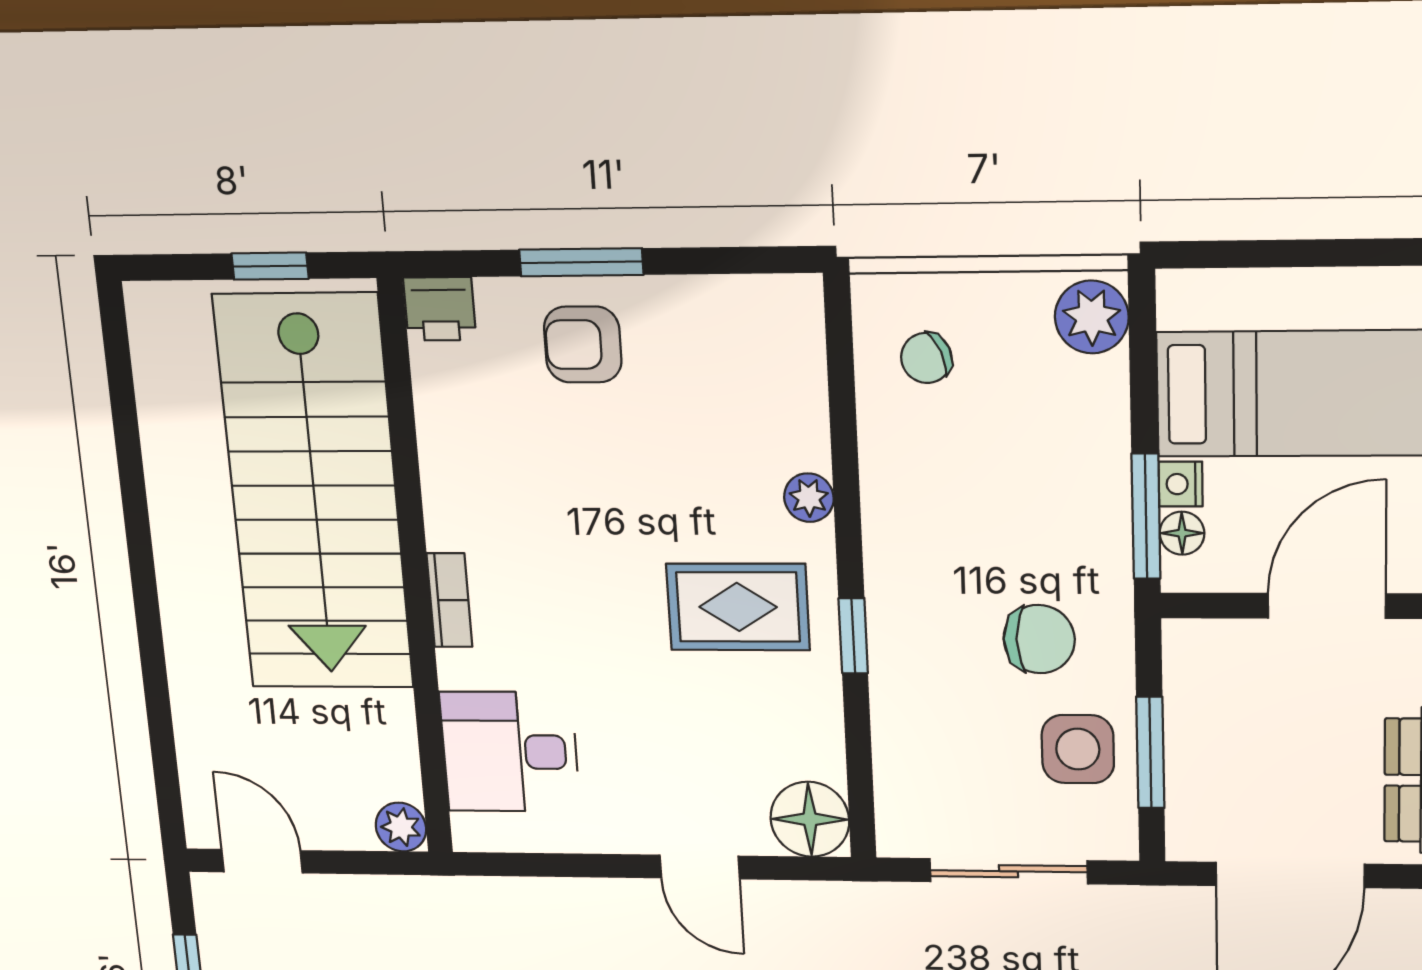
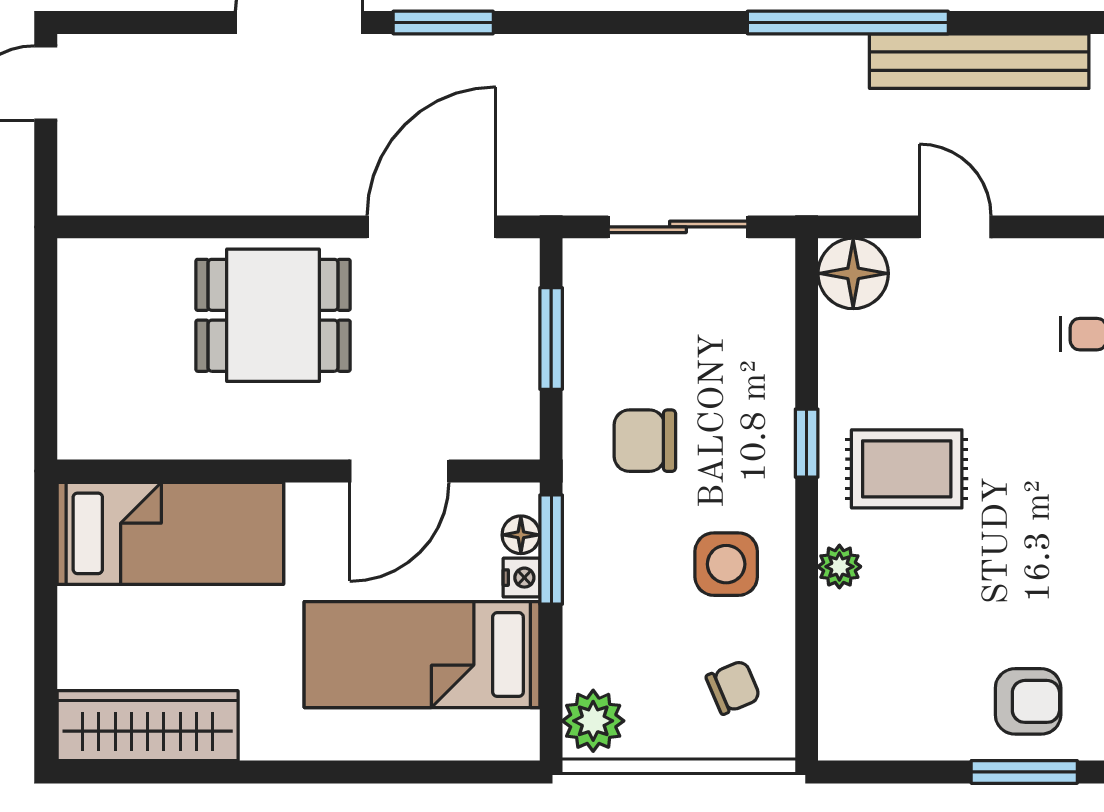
side table: (1078, 749) -> (726, 564), moved

